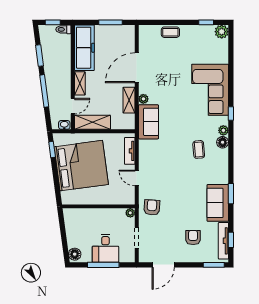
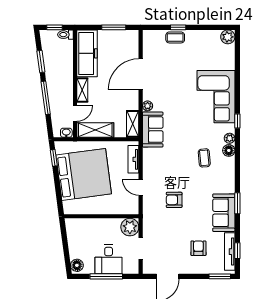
window: (206, 22) -> (178, 27), moved
shelving: (129, 100) -> (133, 124), moved
armchair: (152, 207) -> (174, 200), moved, turned -94
plant: (130, 213) -> (130, 227), width x1.88, depth x1.88

